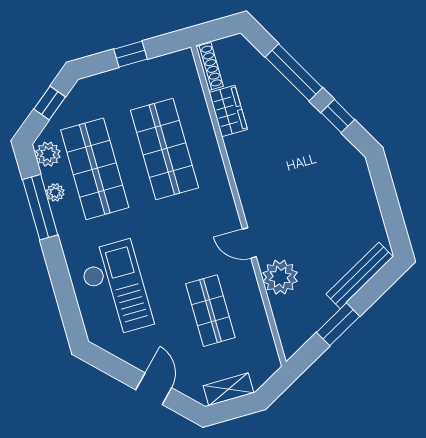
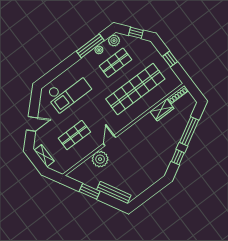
shop shelf: (164, 149) -> (135, 89), width x1.40
shop shelf: (95, 169) -> (115, 63), width x0.70, depth x0.74

